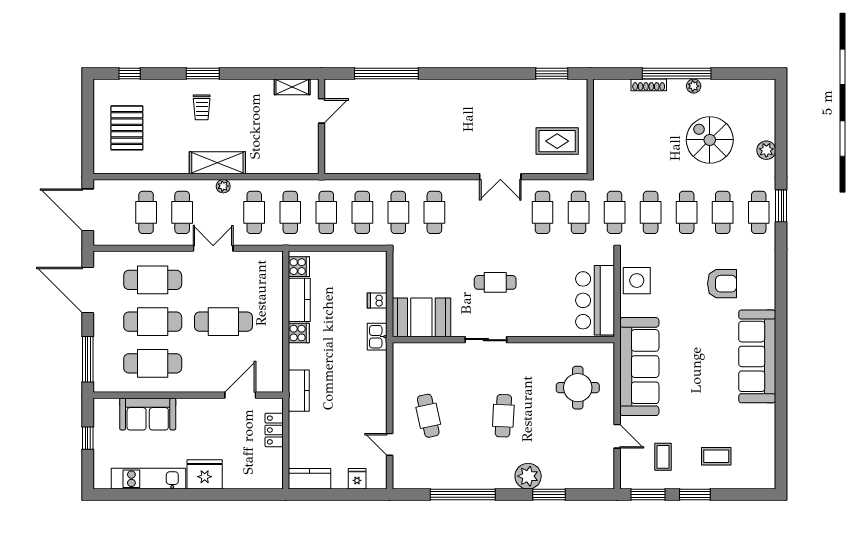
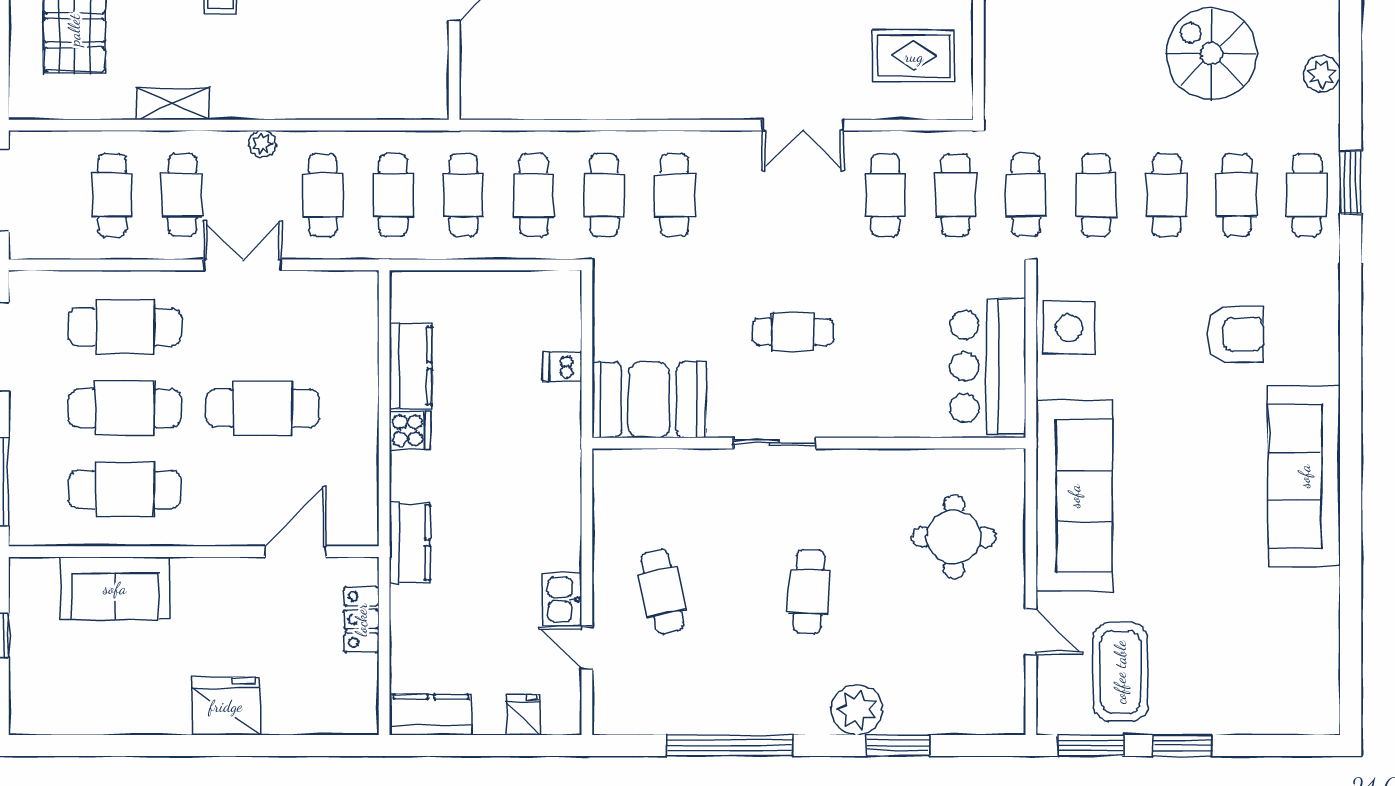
shelving: (217, 163) -> (173, 104), moved, width x0.67, depth x0.75
cooker: (299, 267) -> (410, 301), removed
kitchen sink: (377, 337) -> (563, 599), moved
coffee table: (716, 456) -> (1224, 671), removed
coffee table: (663, 457) -> (1120, 672), width x1.86, depth x1.72
kitchen unit: (149, 479) -> (117, 715), removed

